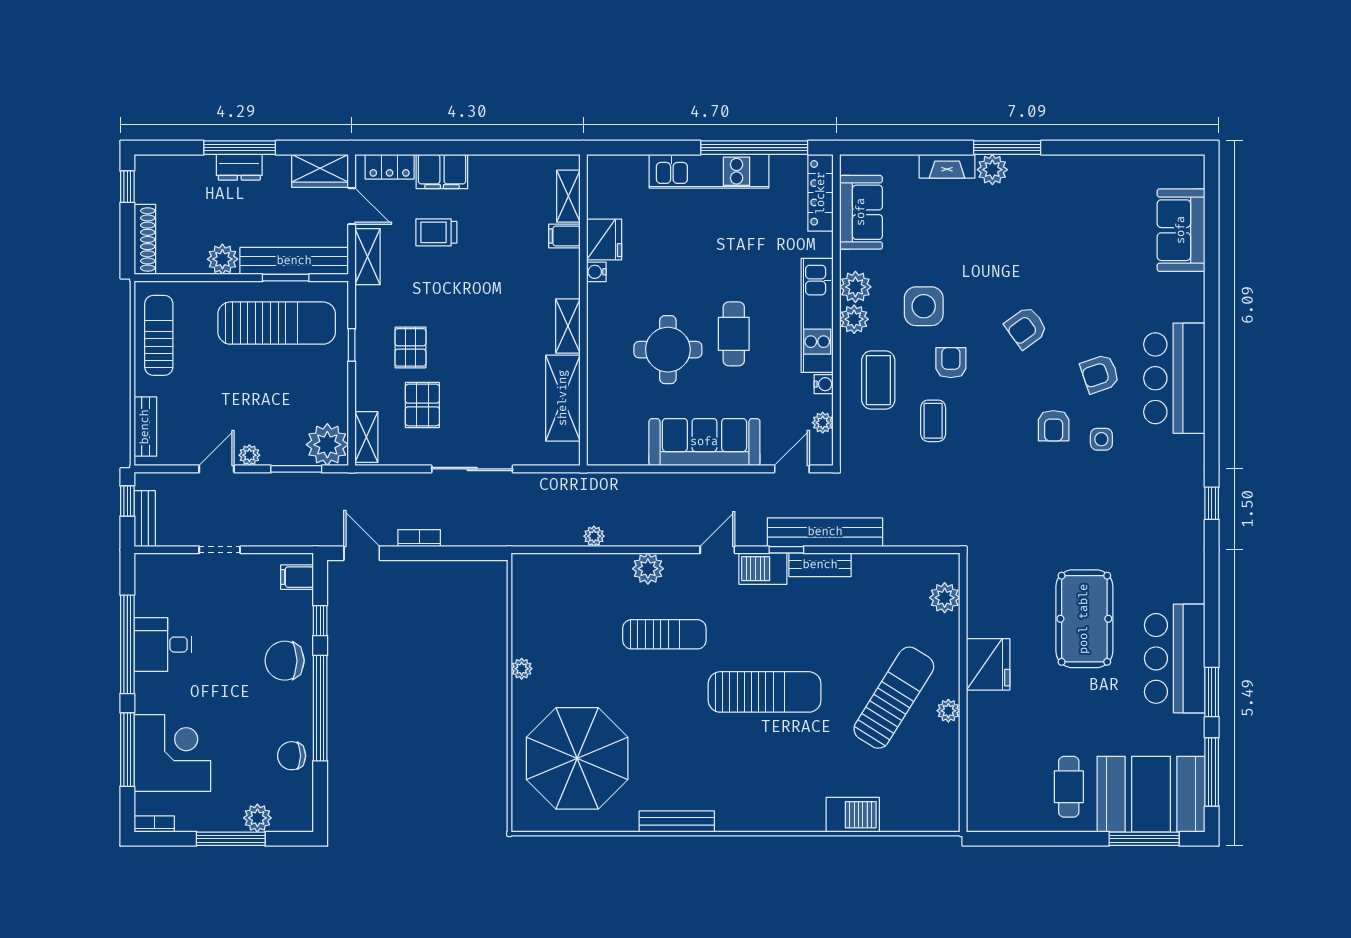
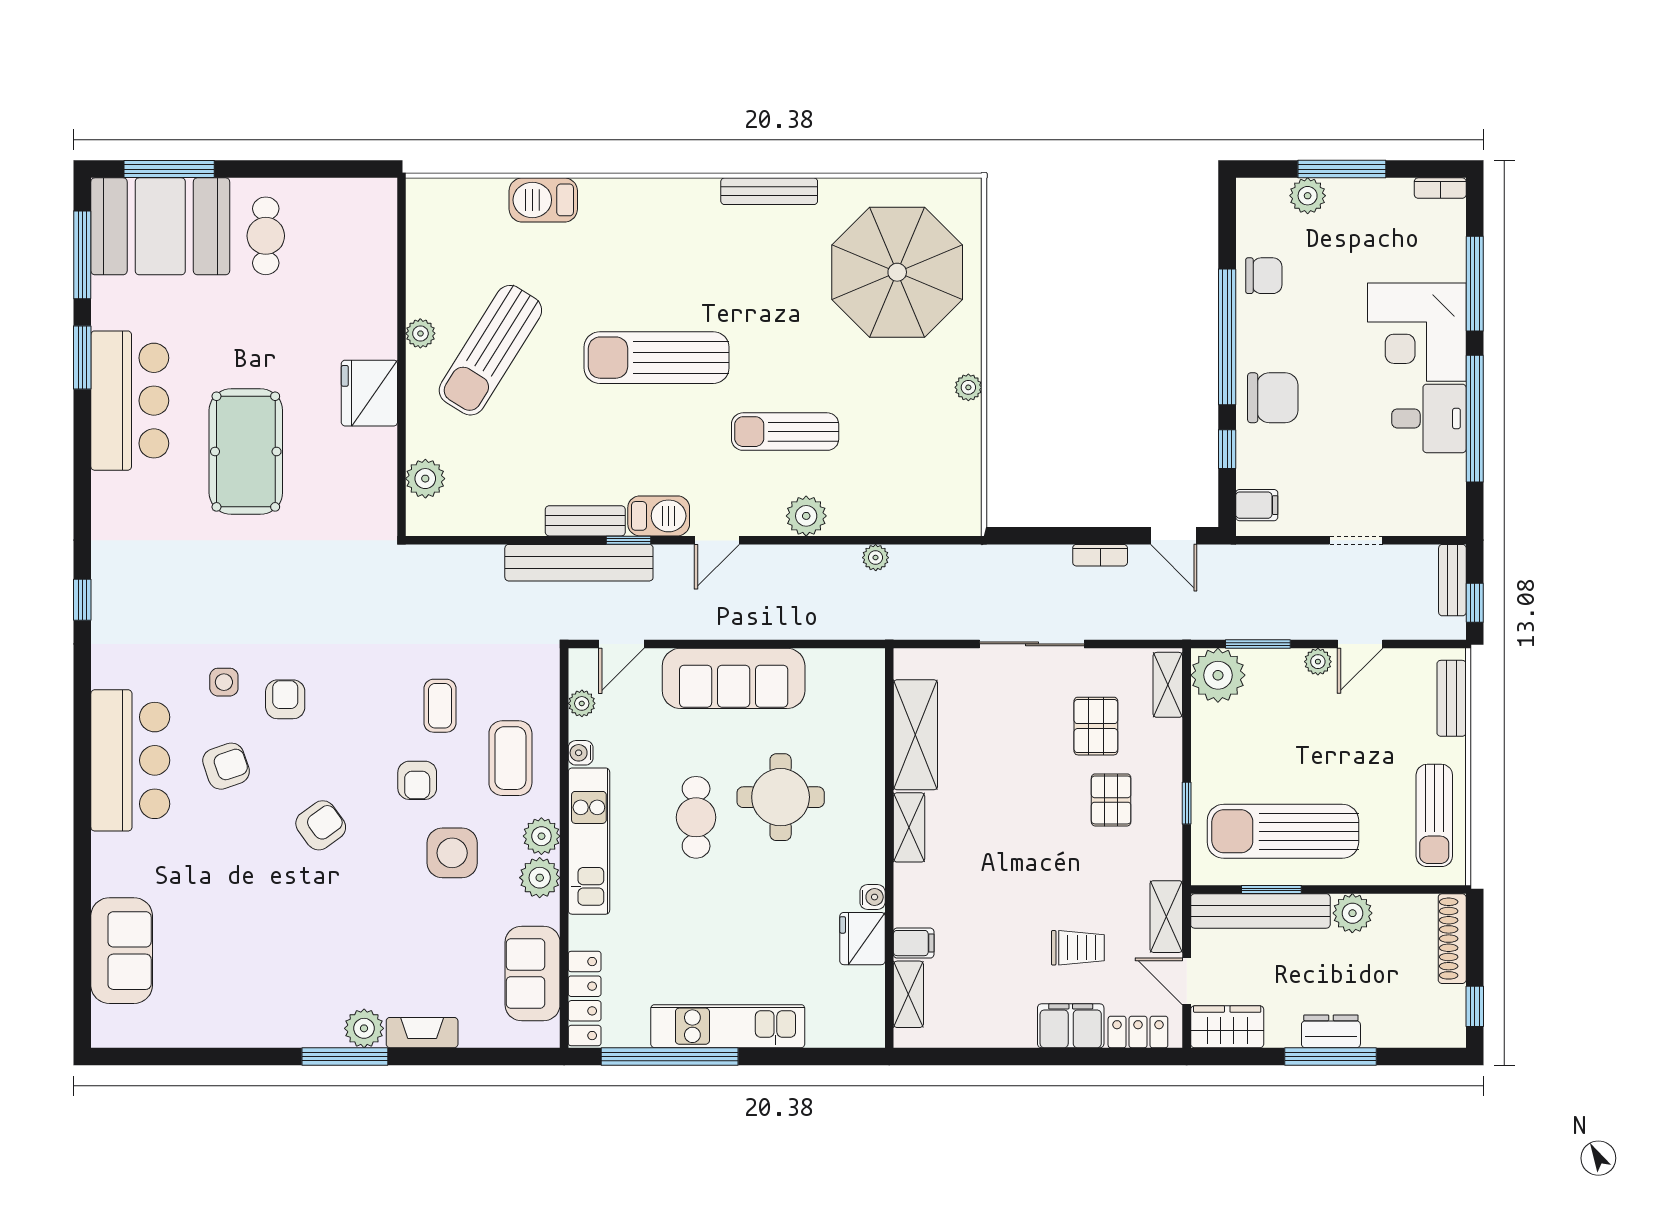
corner desk: (172, 753) -> (1417, 332), moved

